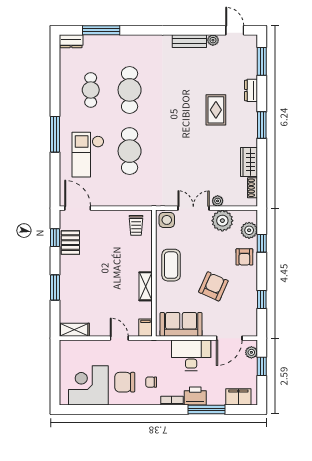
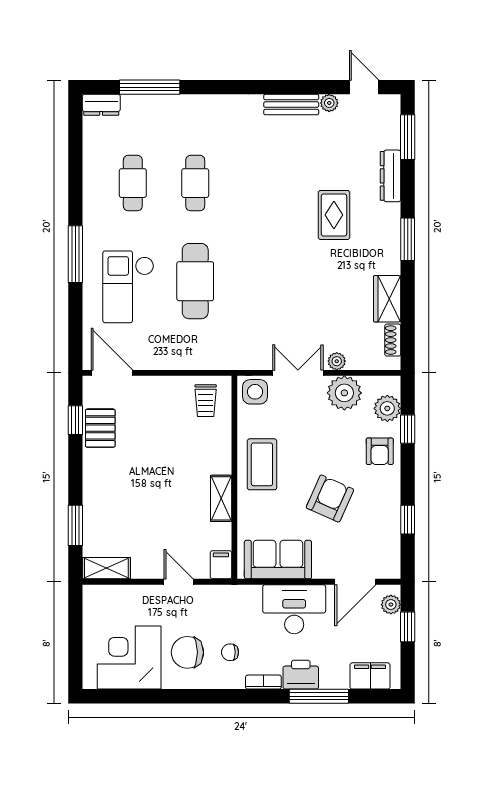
cafe table: (130, 90) -> (195, 183), width x0.73, depth x0.74
dresser: (251, 90) -> (390, 176), width x1.44
window: (55, 287) -> (75, 525), moved

